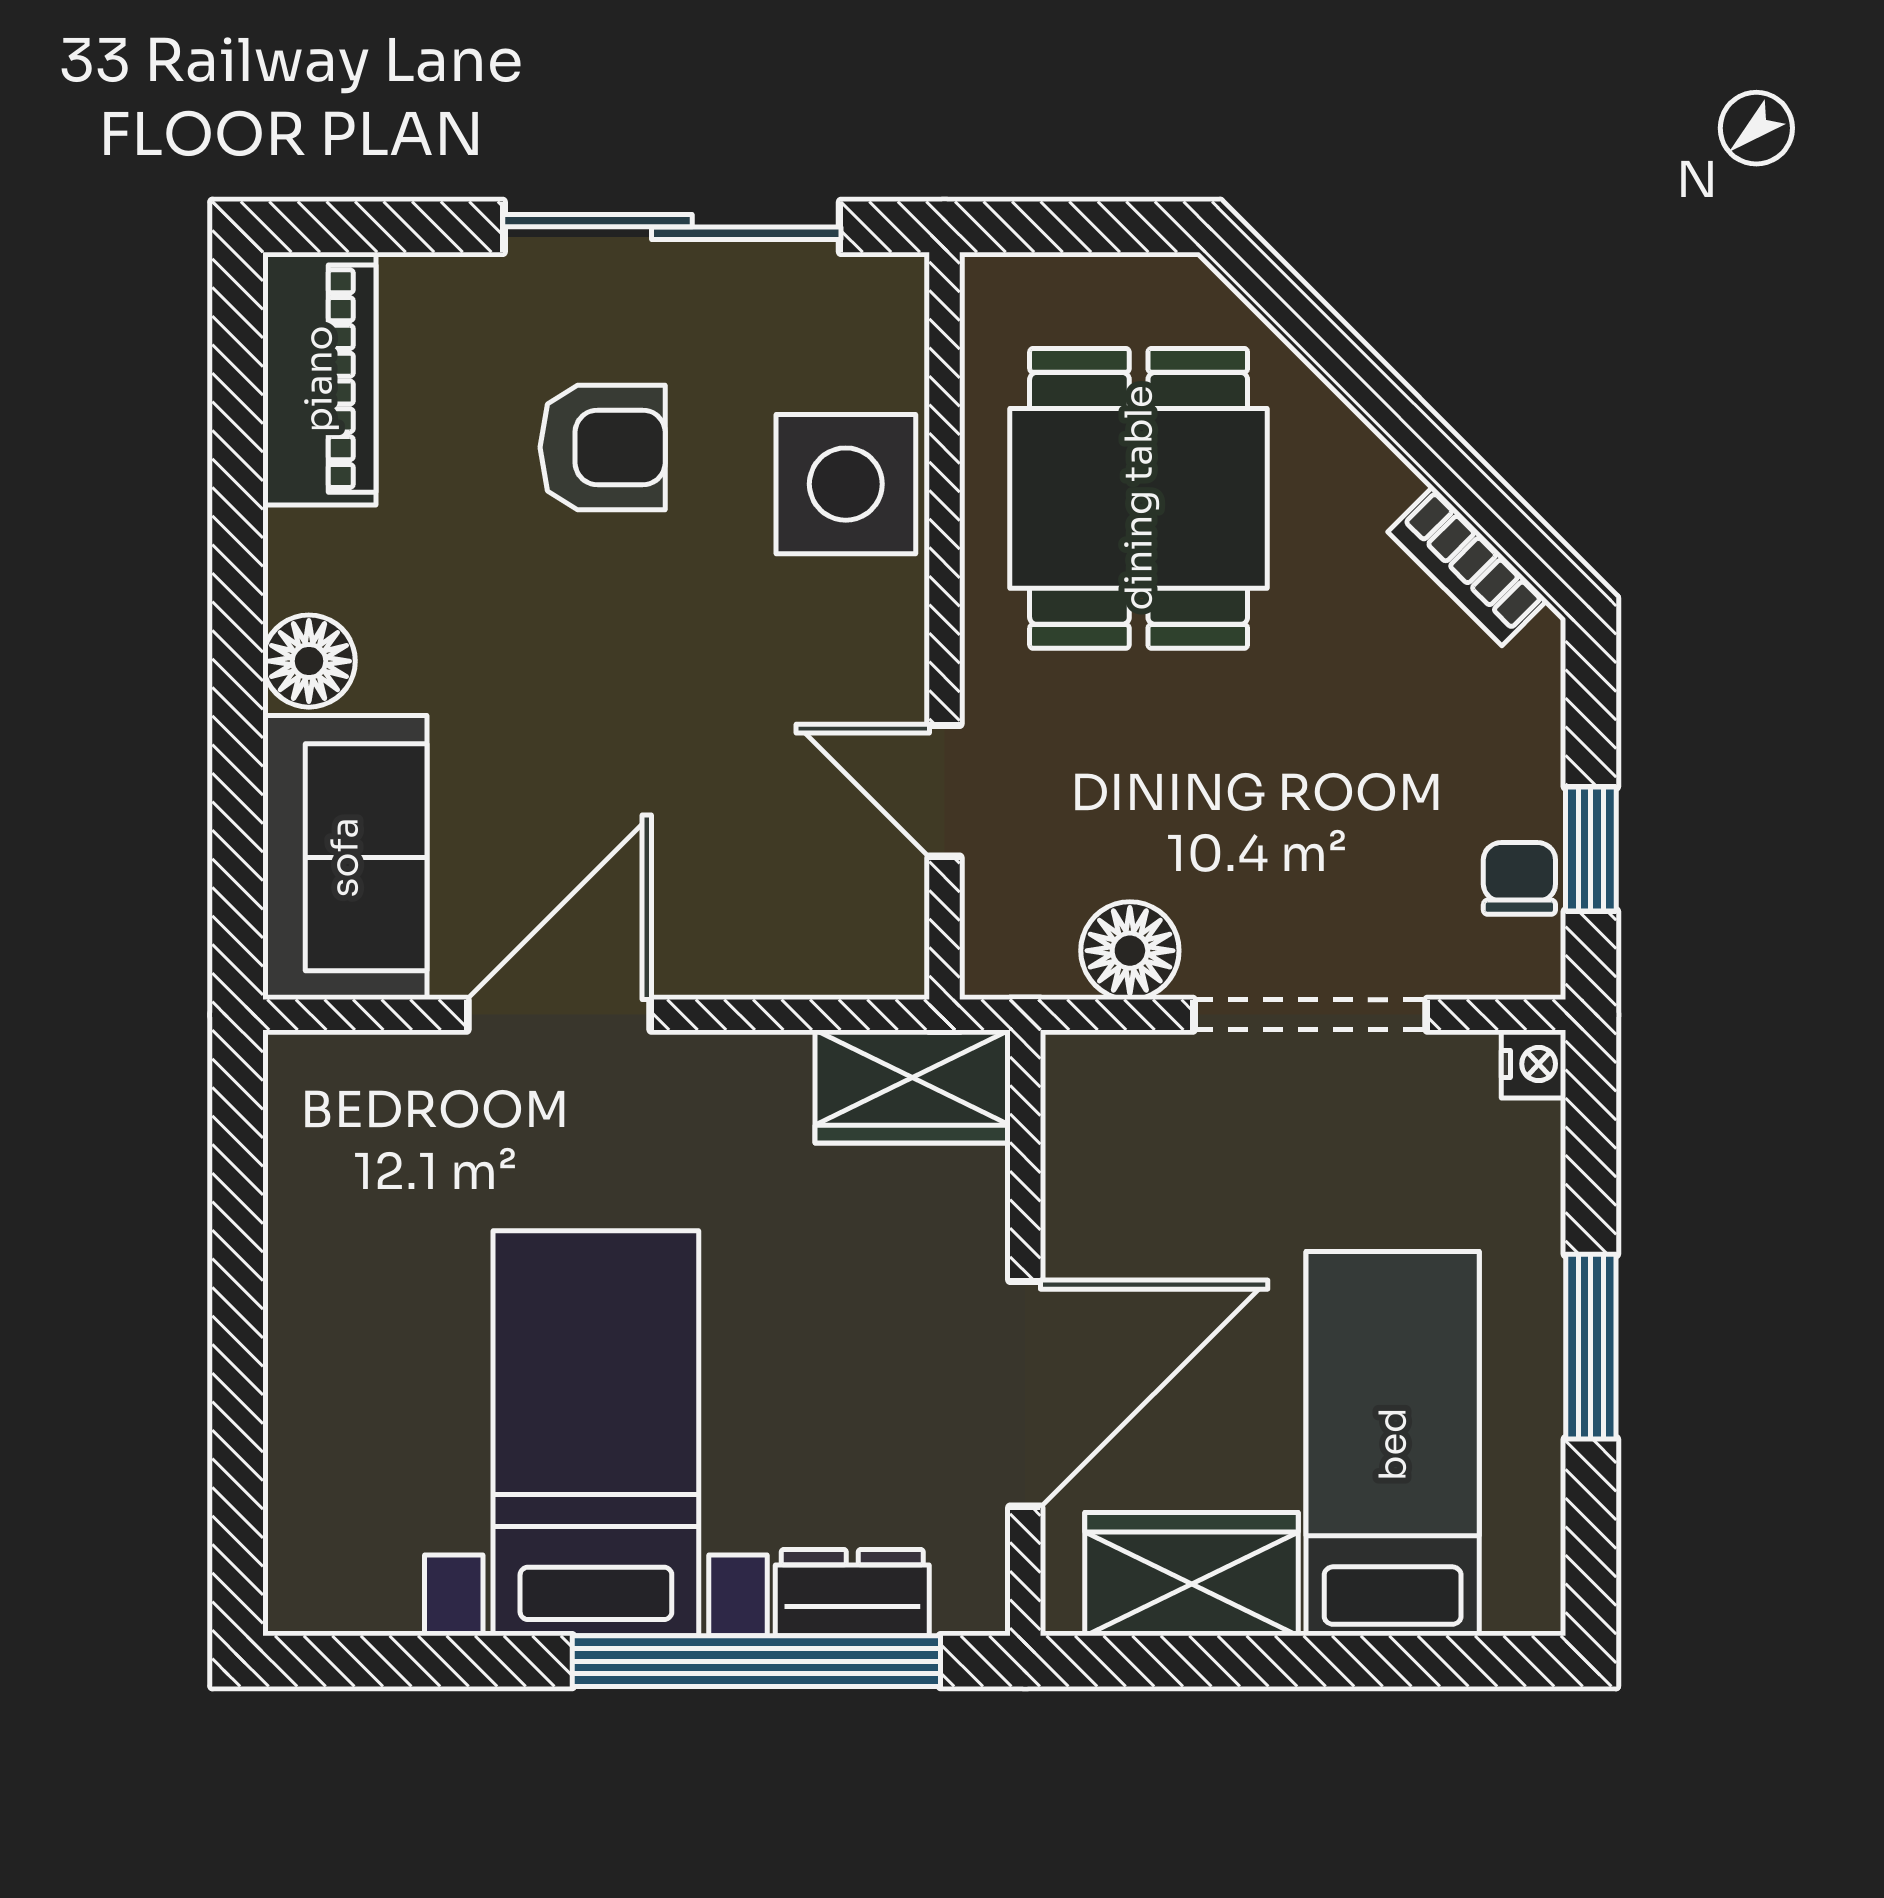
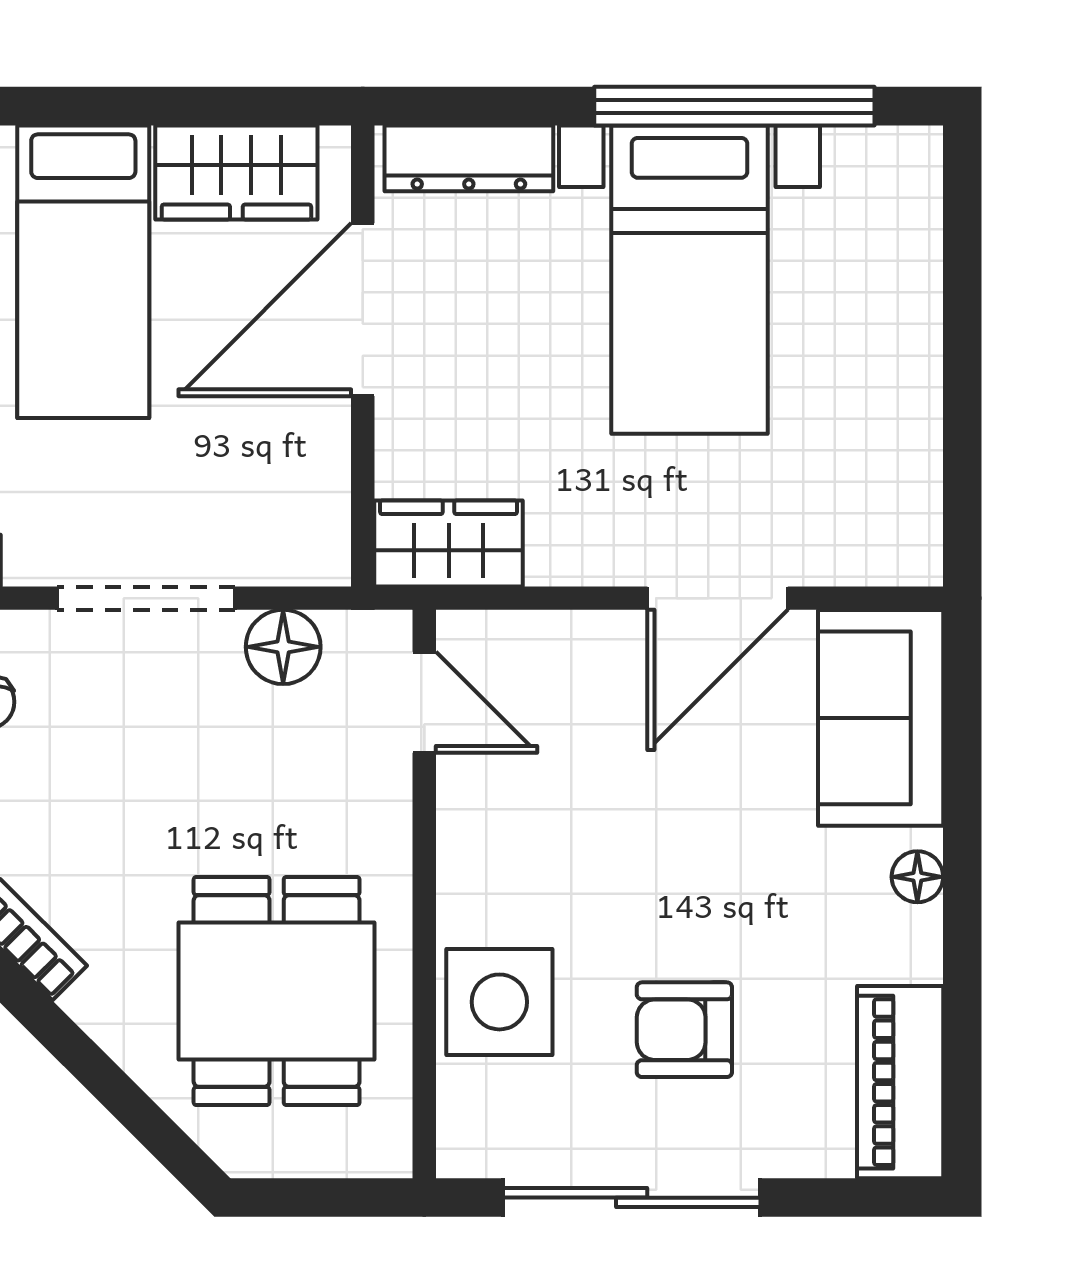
floor lamp: (309, 661) -> (917, 877), width x0.73, depth x0.73
door: (945, 791) -> (424, 702), moved
dresser: (852, 1593) -> (469, 158), width x1.44
window: (756, 1661) -> (734, 106), moved

